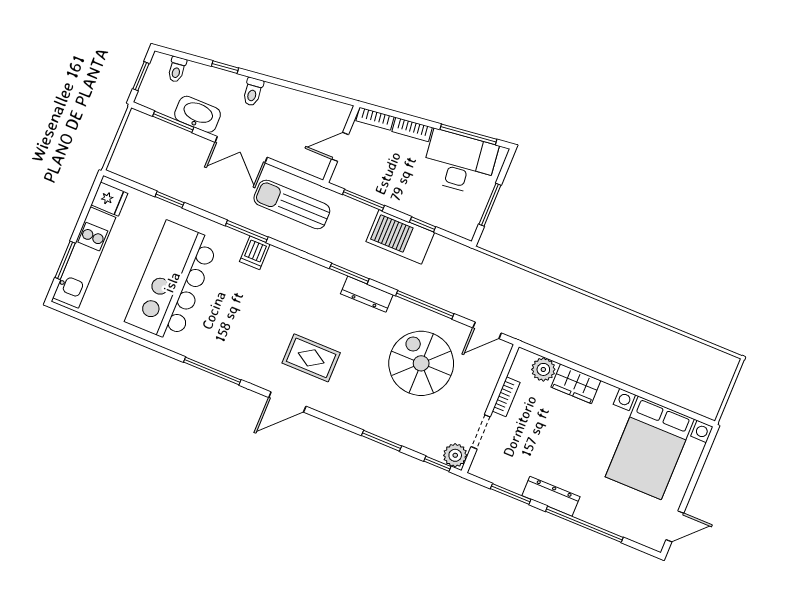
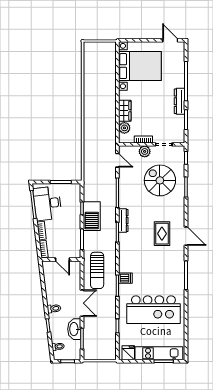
spiral stairs: (421, 363) -> (160, 180), moved, turned 90
plant: (455, 455) -> (145, 151), moved

